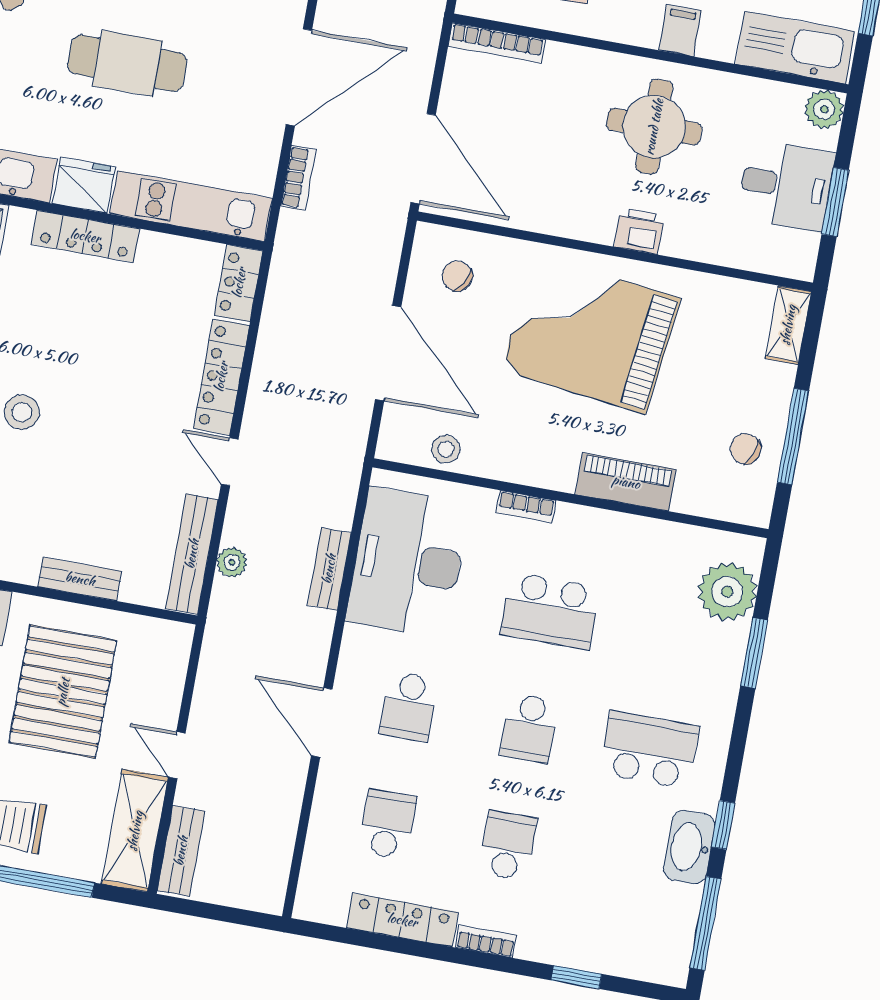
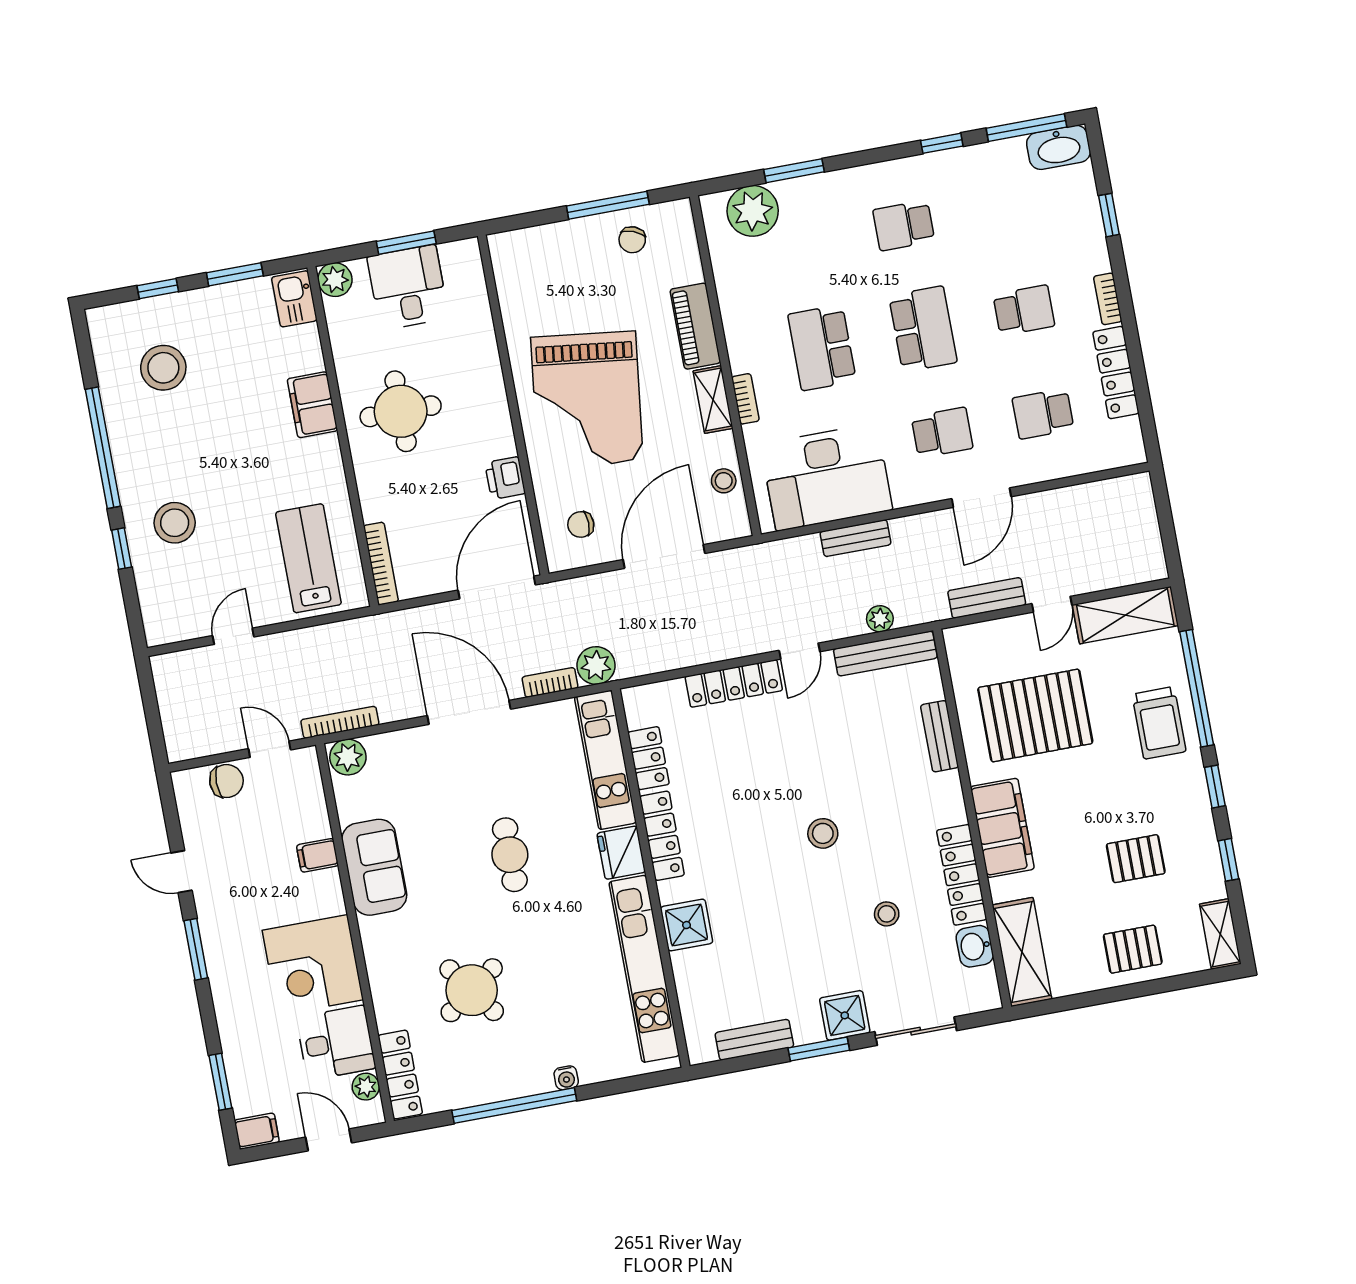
filing cabinet: (680, 30) -> (312, 405), width x2.00
kitchen sink: (795, 48) -> (294, 299), width x0.53, depth x0.81
cafe table: (127, 63) -> (510, 855), width x0.73, depth x0.74
printer: (639, 231) -> (505, 478), moved
plant: (298, 235) -> (596, 665), added
chair: (457, 276) -> (581, 524), turned 59
locker: (239, 283) -> (649, 758), moved, turned -90
shelving: (788, 325) -> (713, 400), moved, turned 90
school desk: (550, 611) -> (822, 348), turned 180
school desk: (529, 728) -> (923, 329), width x1.85
school desk: (649, 750) -> (904, 225), width x0.54
school desk: (508, 846) -> (1024, 310), turned 180
washbasin: (689, 847) -> (1059, 147), moved
bench: (181, 851) -> (987, 598), moved

